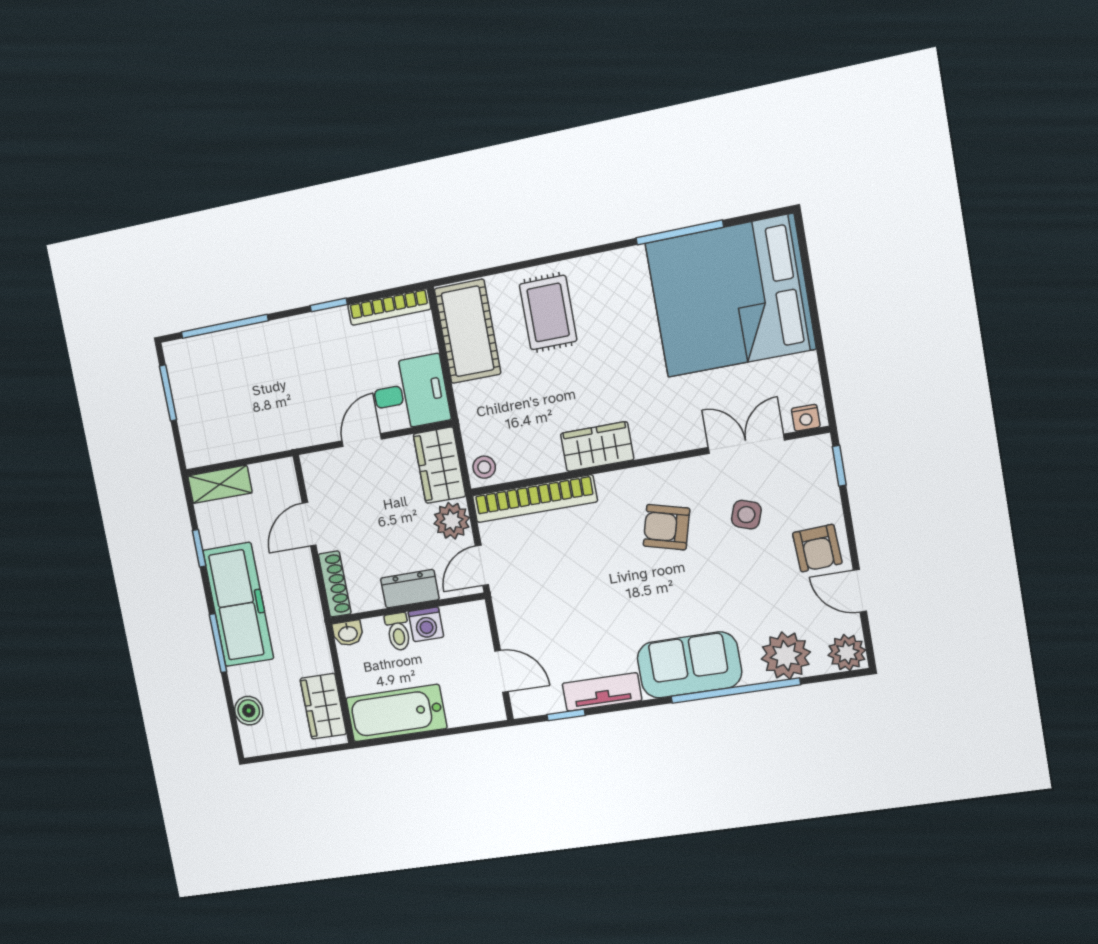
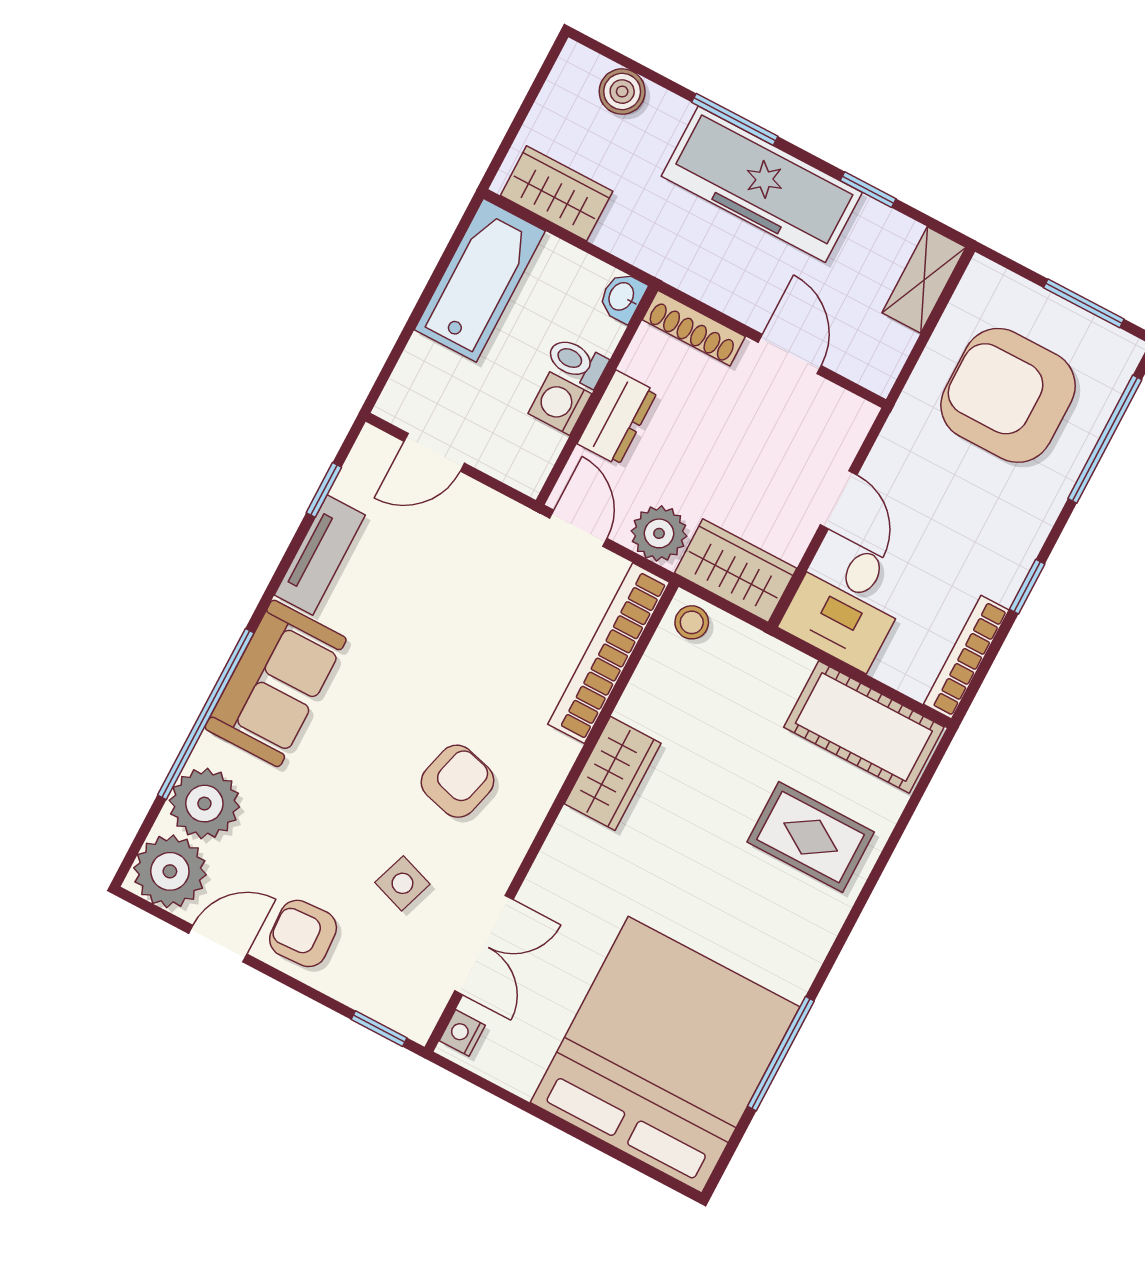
armchair: (242, 395) -> (1008, 395), added
plant: (847, 653) -> (170, 871), width x1.36, depth x1.36

